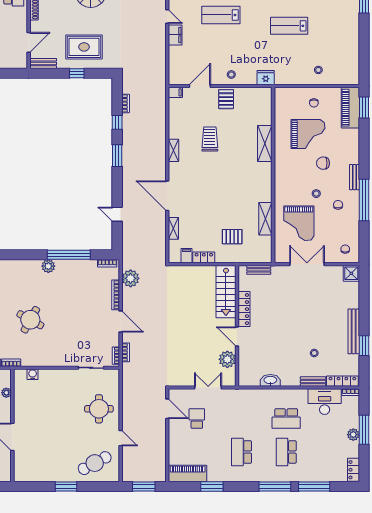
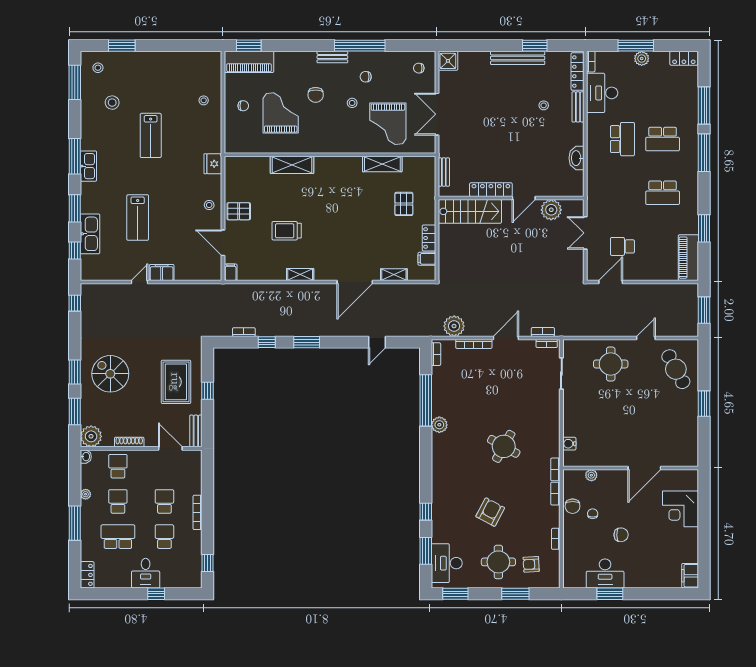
grand piano: (299, 223) -> (388, 124), turned 90

